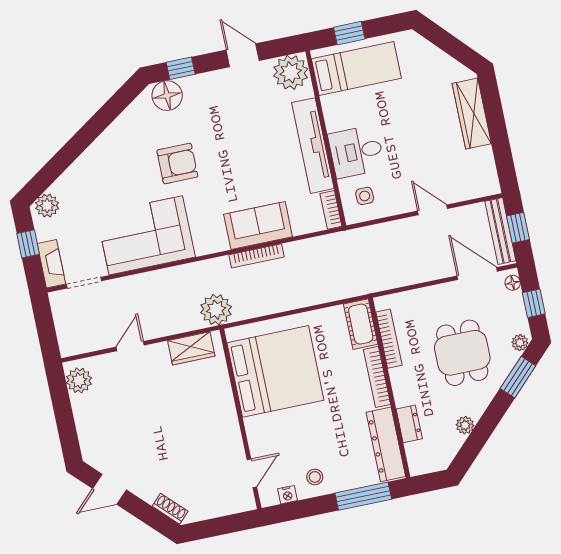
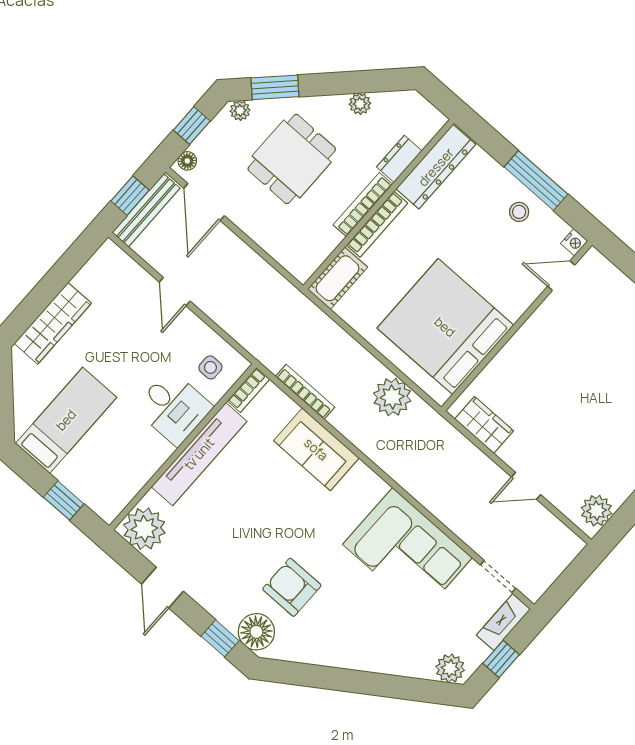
bed: (356, 68) -> (66, 420), moved, turned 90
armchair: (177, 164) -> (292, 587), moved
bookcase: (256, 256) -> (305, 392), moved
plant: (216, 310) -> (392, 397), moved
bookcase: (389, 339) -> (363, 204), moved
nightstand: (287, 495) -> (574, 242), moved, turned 90
window: (363, 496) -> (536, 181), moved

